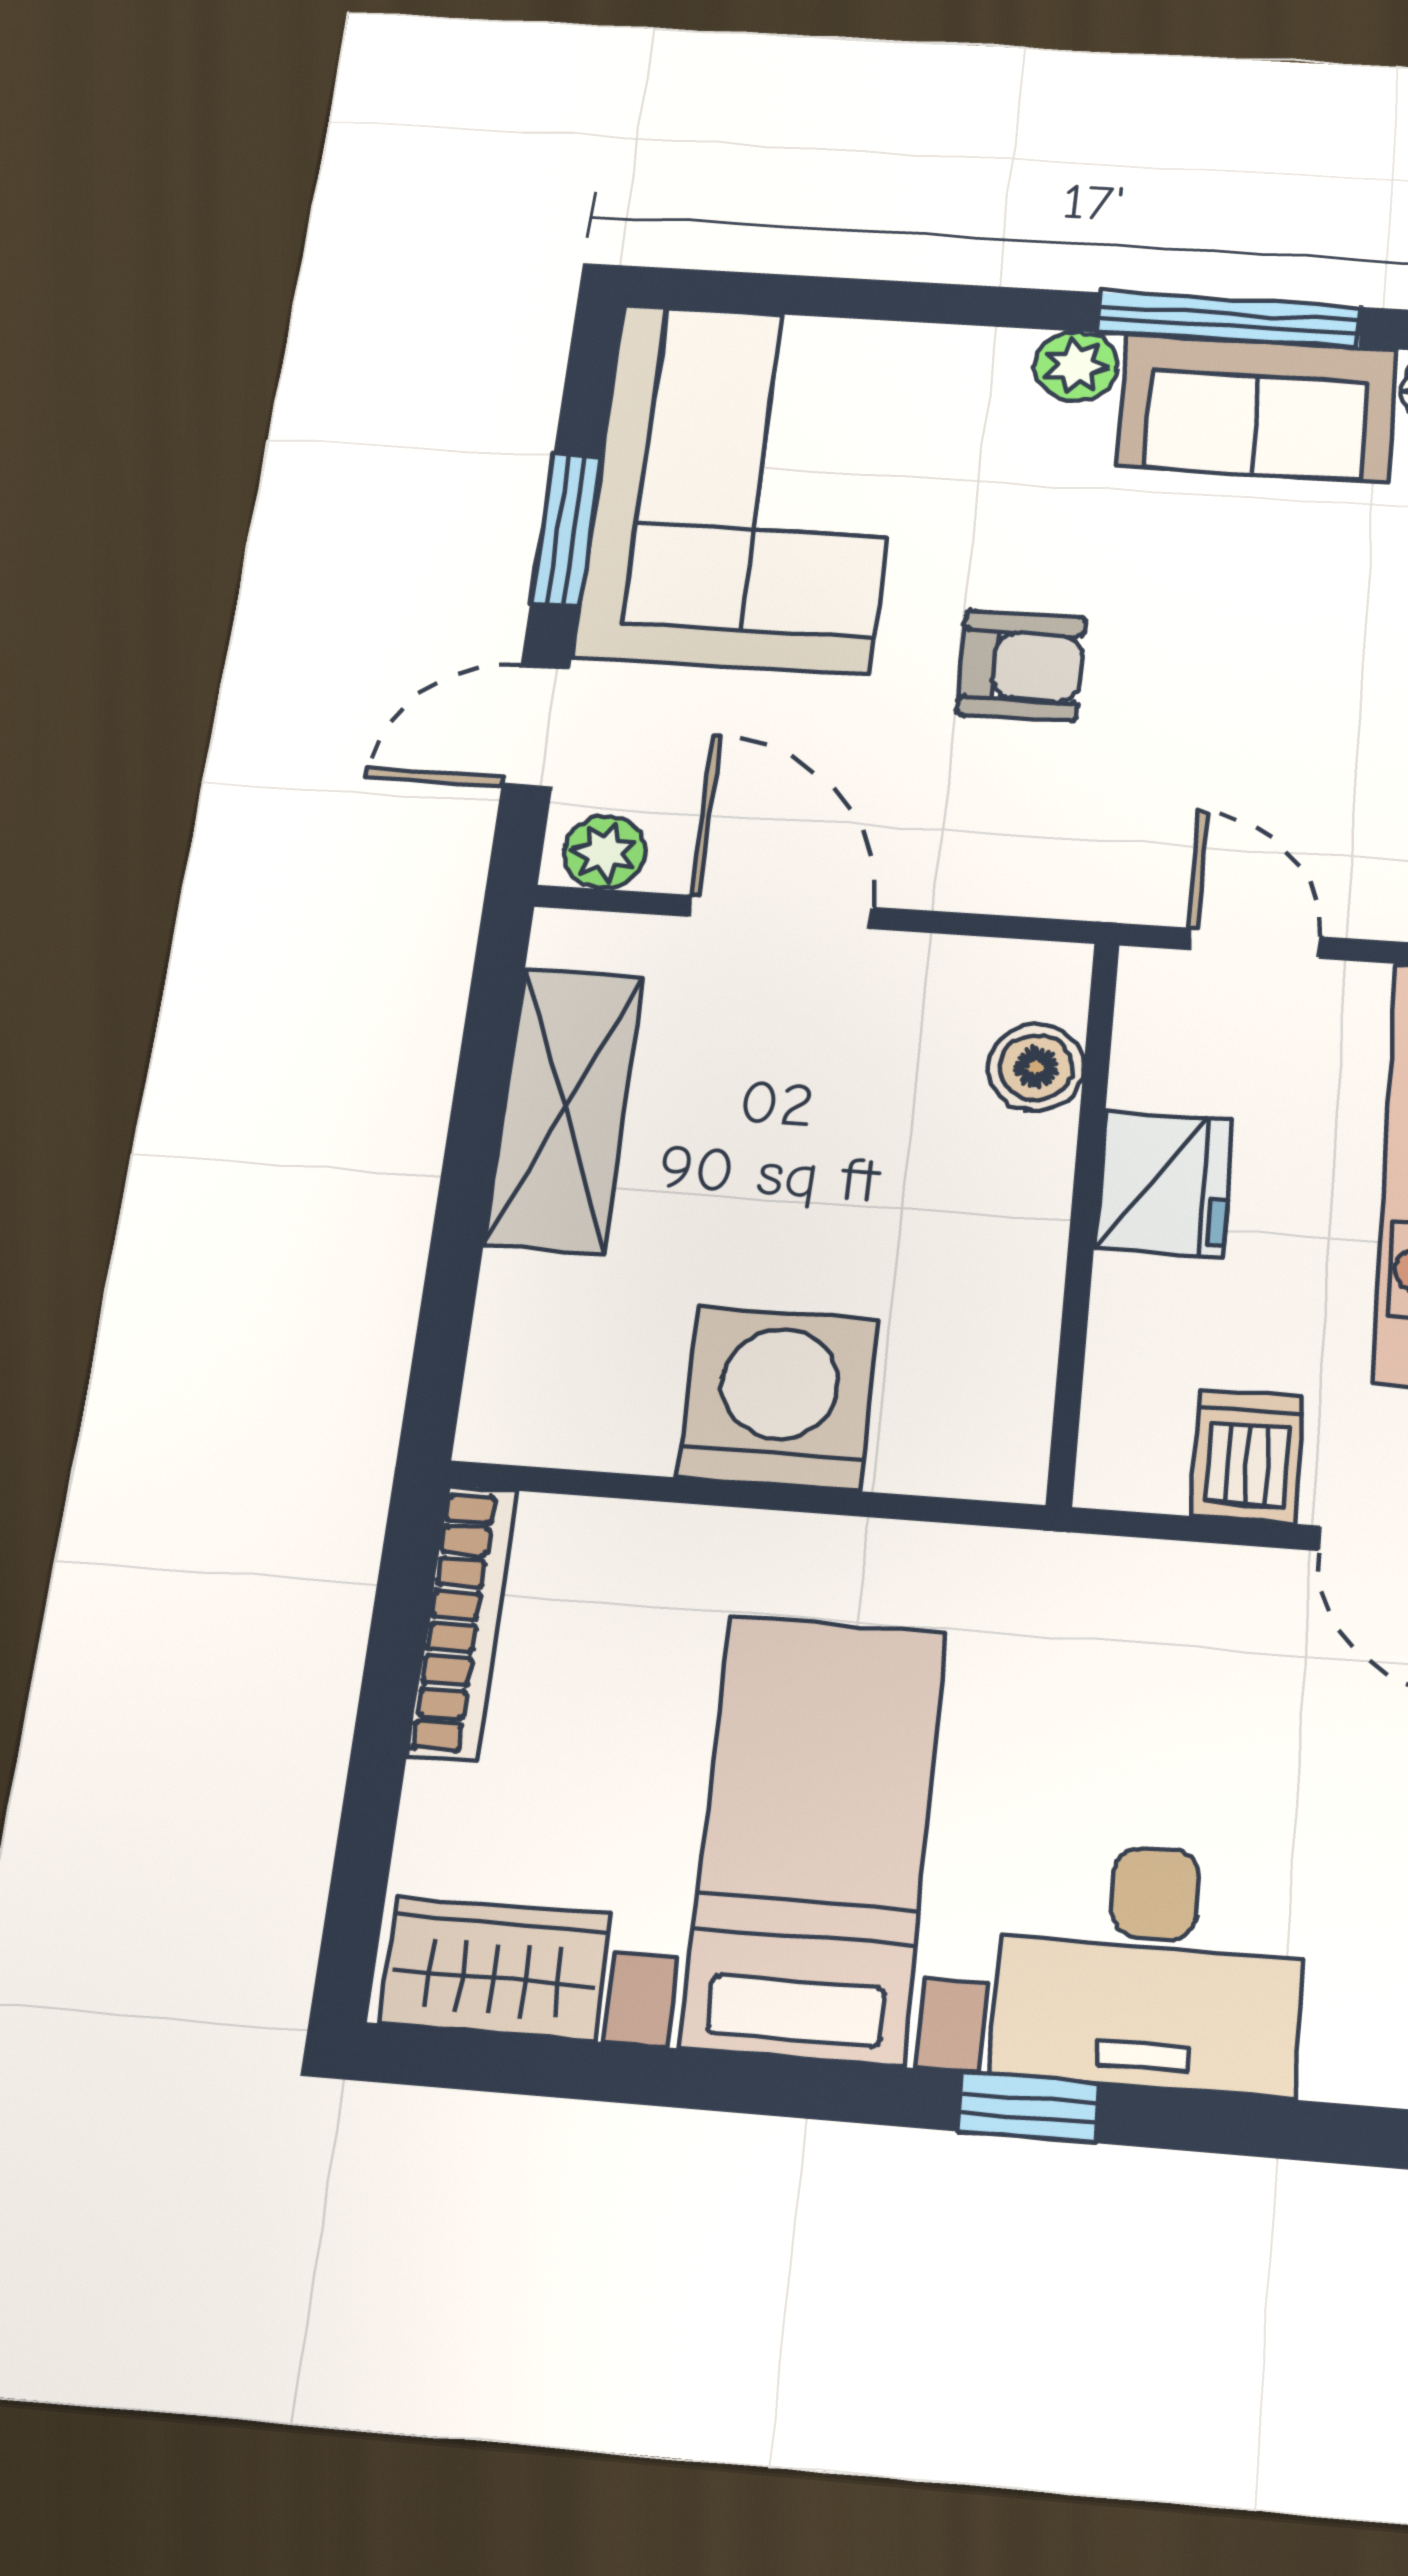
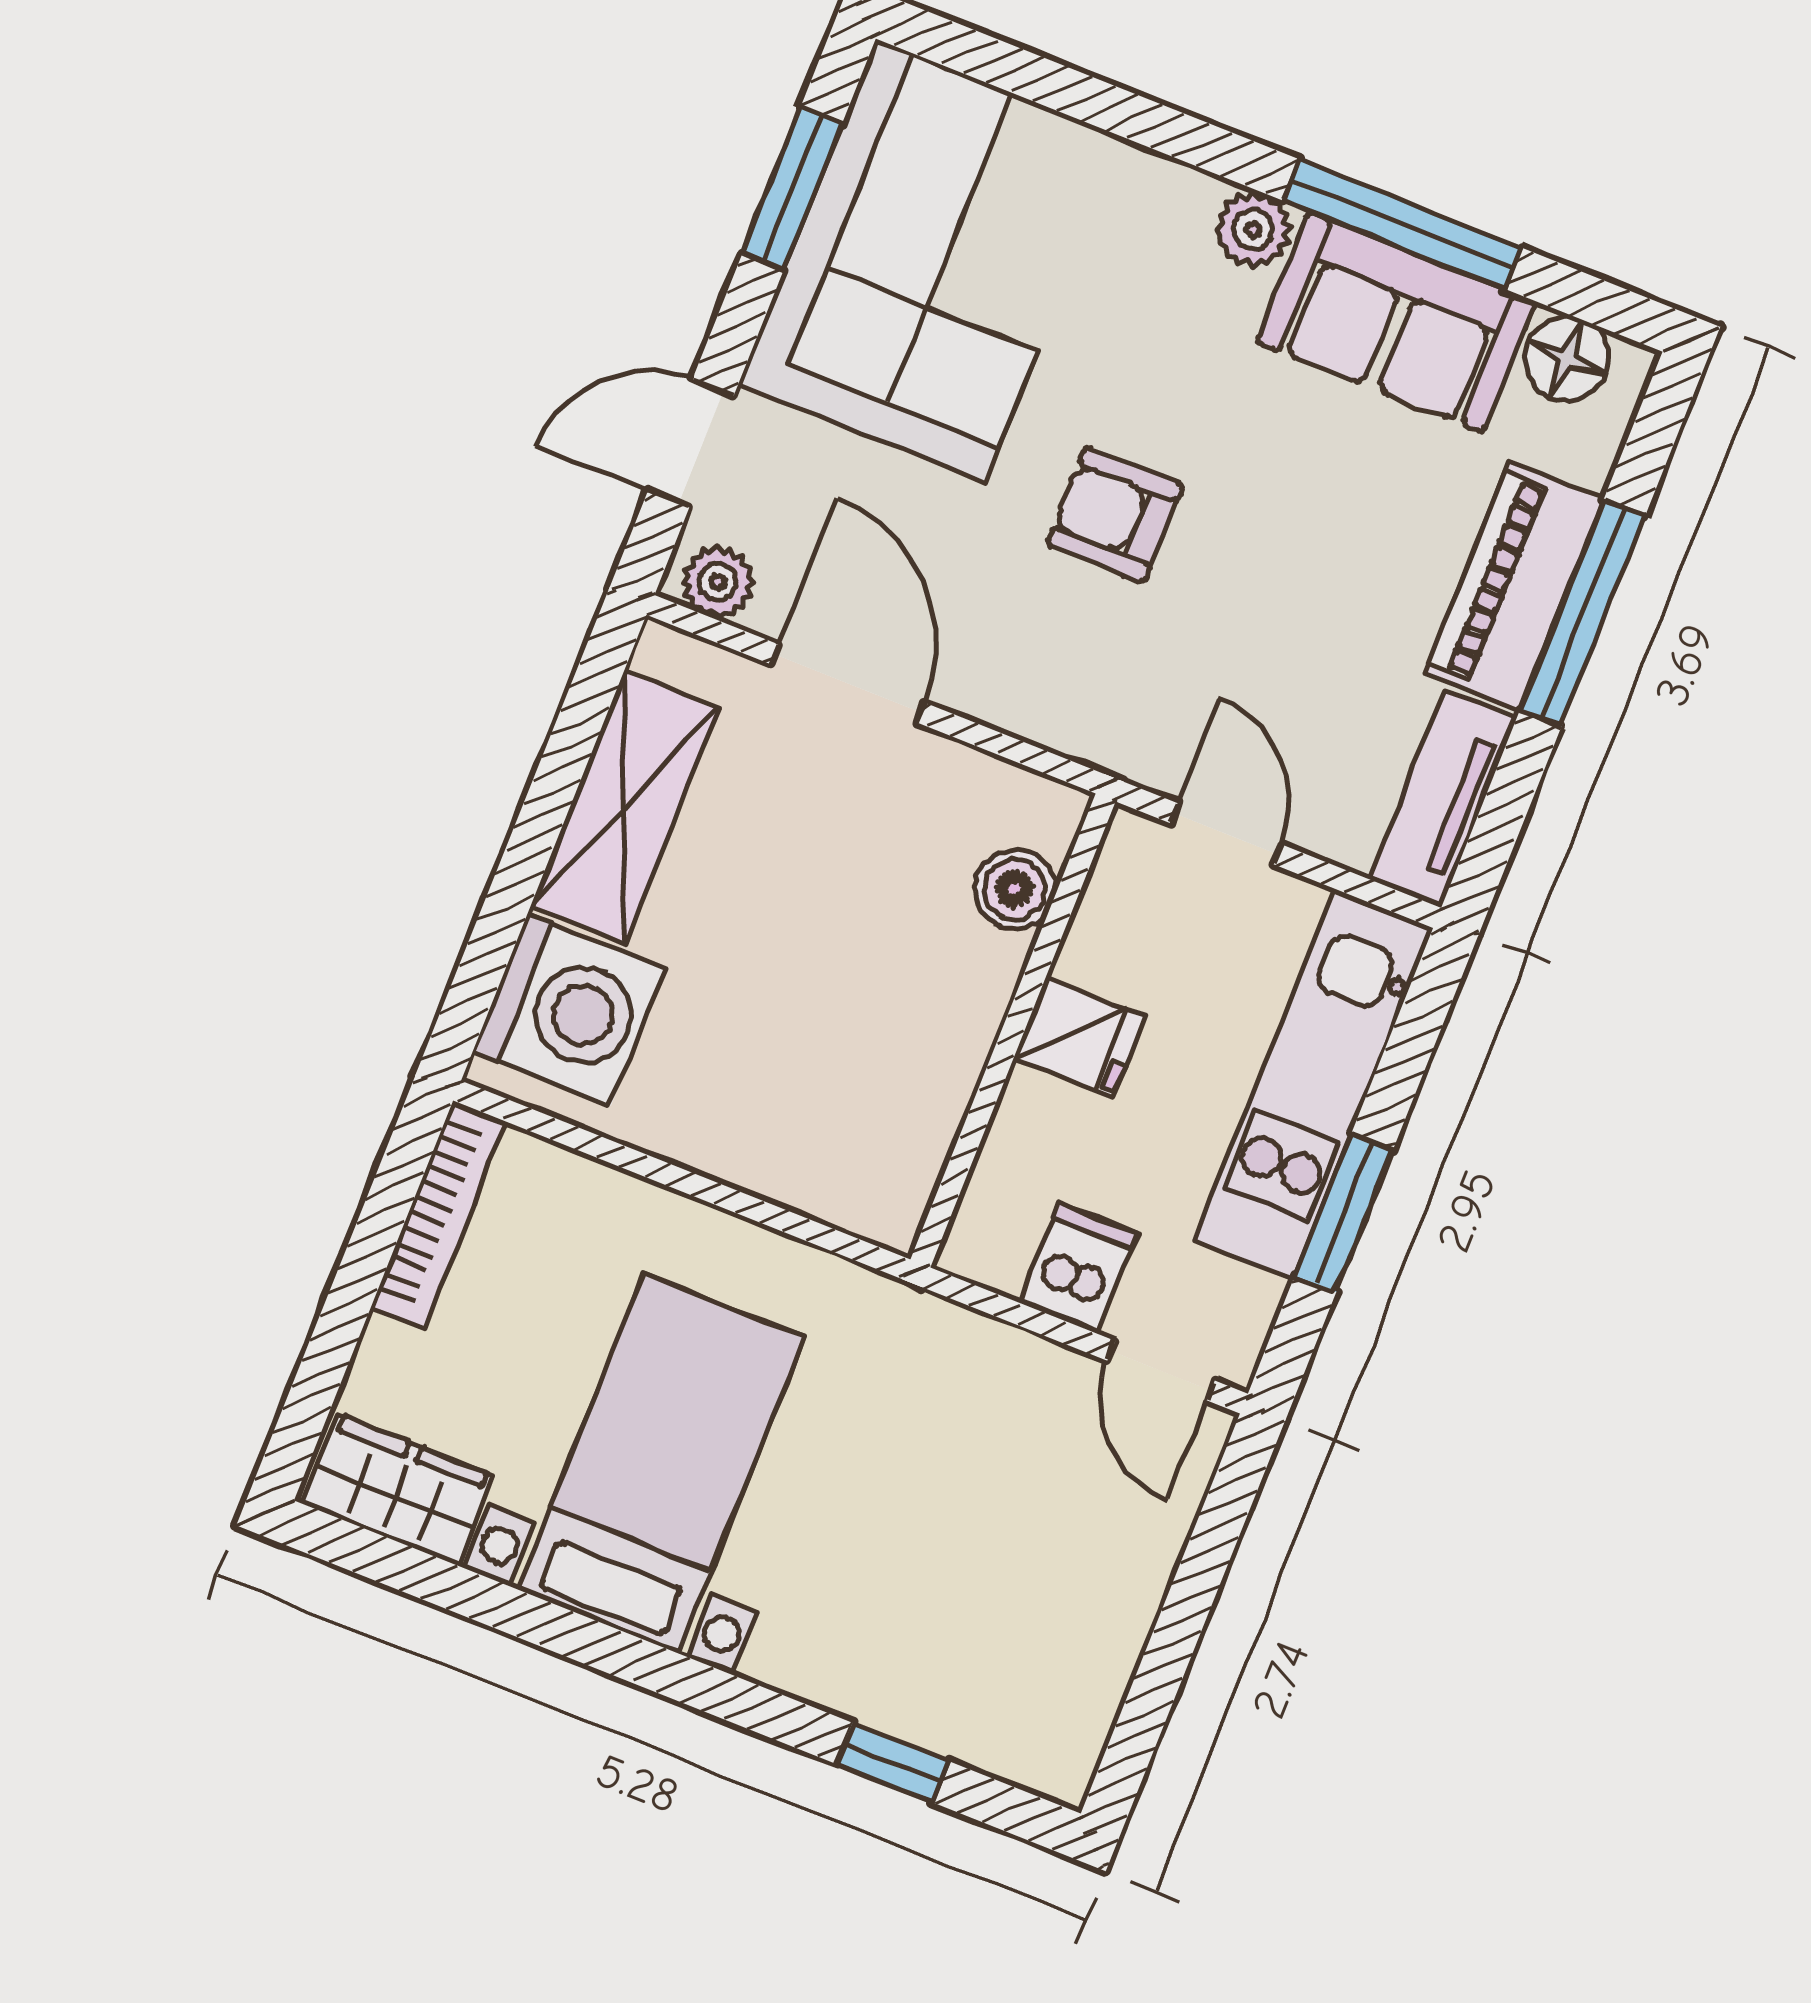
window: (566, 529) -> (792, 189), moved
armchair: (1021, 666) -> (1115, 515), turned 180
fridge: (1163, 1183) -> (1079, 1038), width x0.72
washing machine: (779, 1397) -> (569, 1009), moved, turned 90
desk: (1150, 1966) -> (879, 1636), removed
window: (1029, 2107) -> (892, 1762), moved

